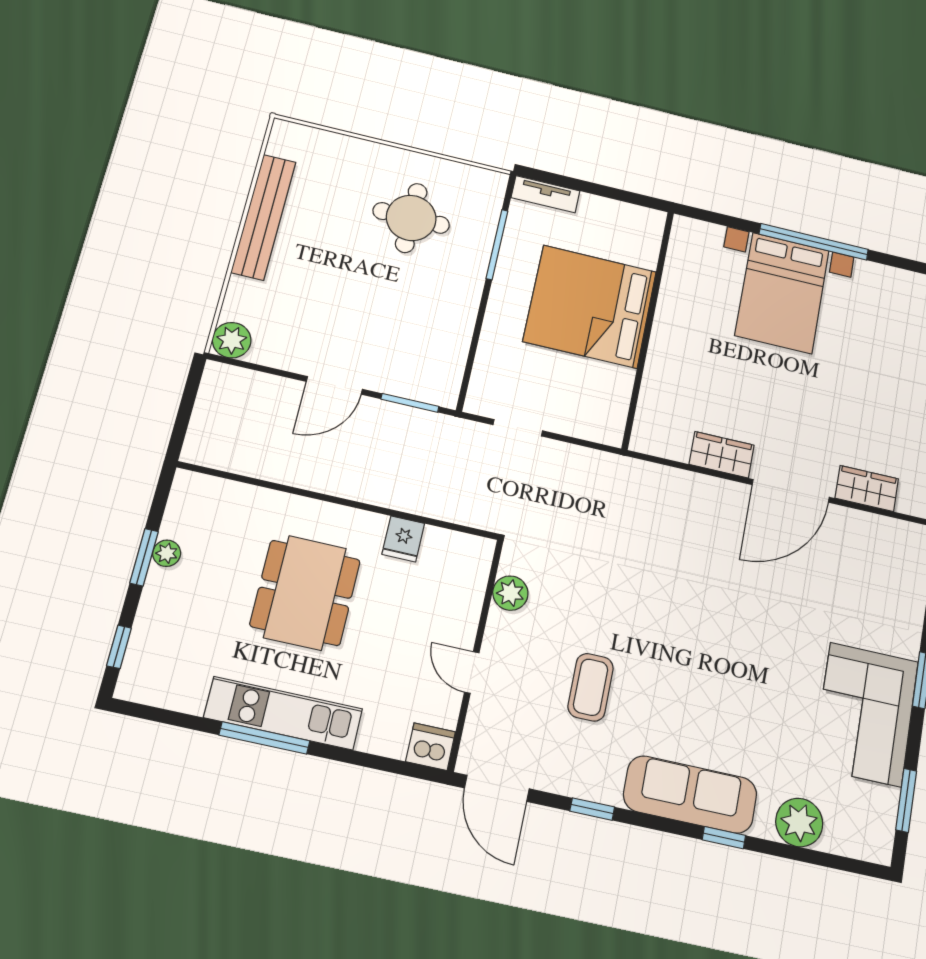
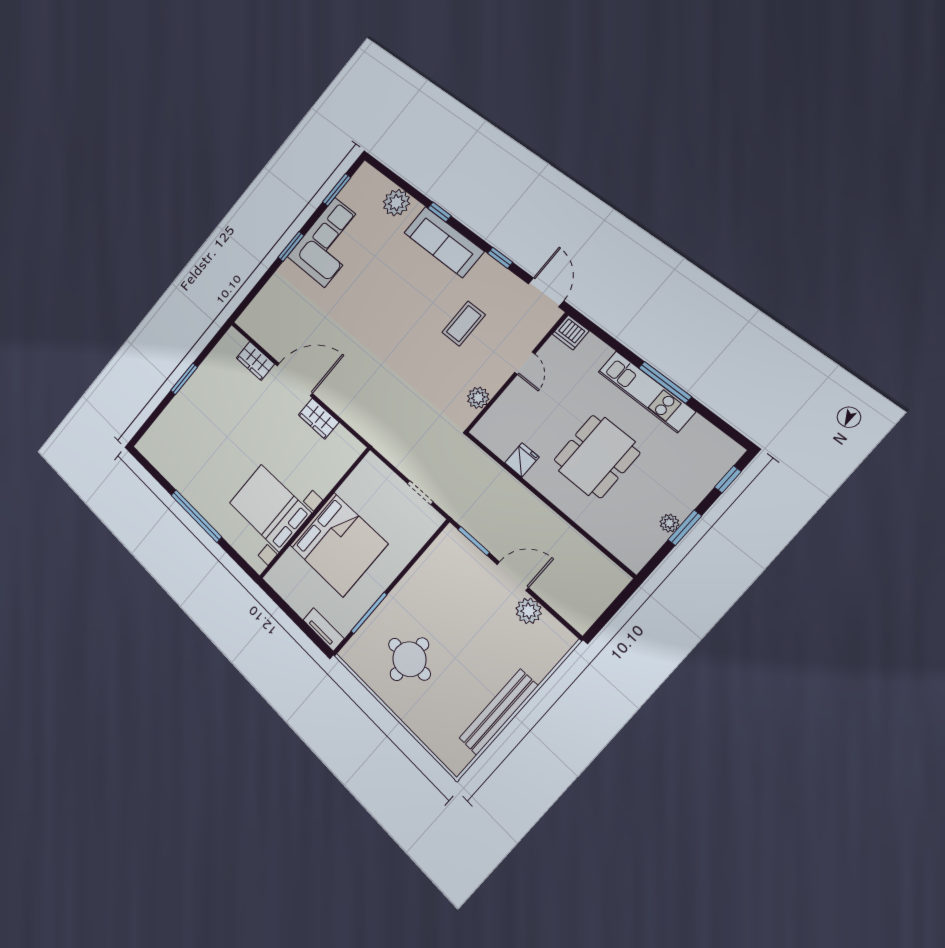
bed with nightstands: (782, 293) -> (270, 508), moved, turned -90
plant: (232, 340) -> (529, 611), moved

